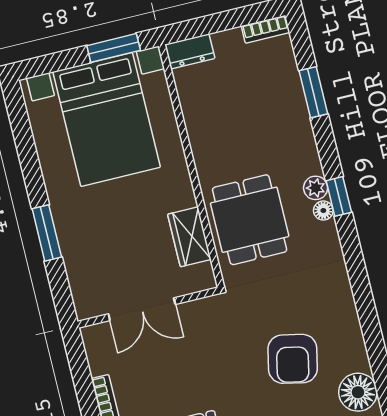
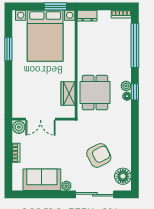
window: (313, 92) -> (135, 45), width x2.11
window: (47, 233) -> (8, 49), moved
plant: (98, 339) -> (19, 127), added
armchair: (293, 359) -> (99, 155), turned -129

